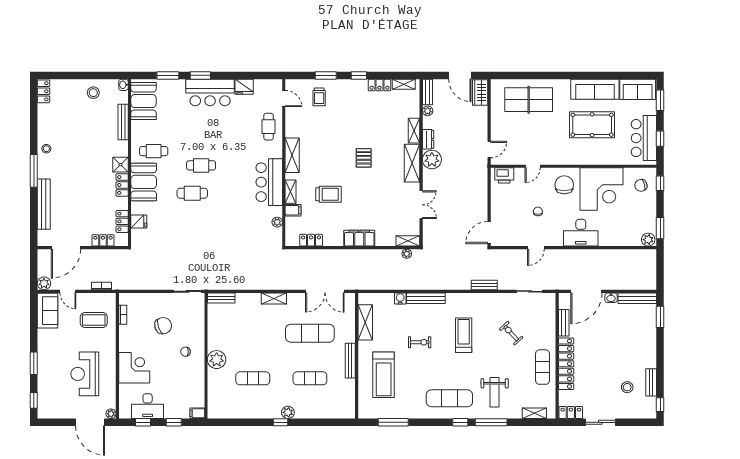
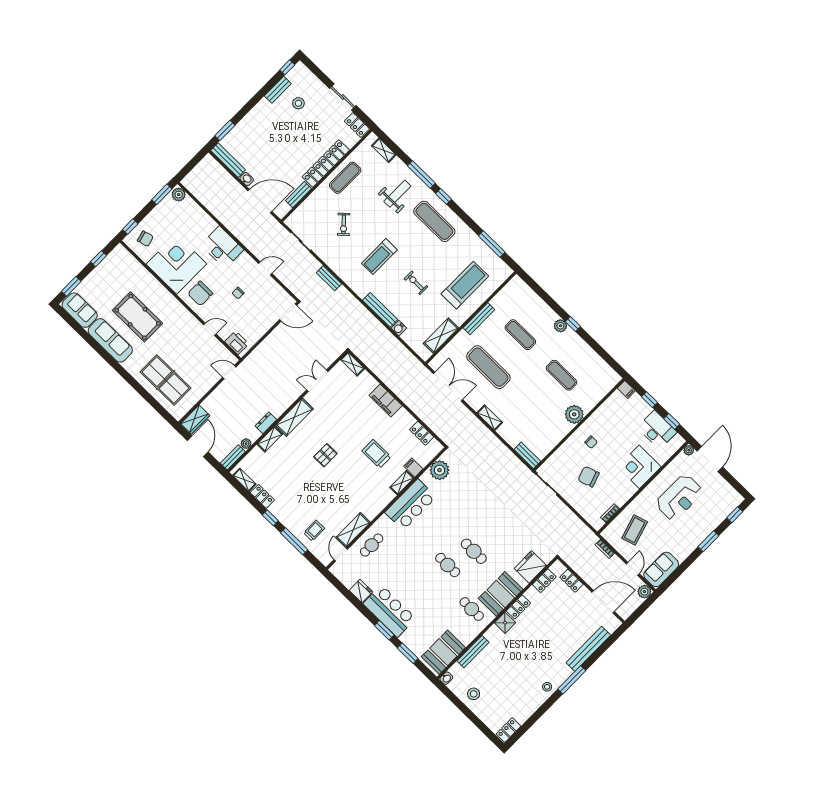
window: (326, 75) -> (294, 541), width x1.44
bar counter: (644, 138) -> (110, 271), removed
shelving: (292, 155) -> (353, 530), moved
plant: (432, 160) -> (277, 406), removed
fridge: (139, 222) -> (530, 567), width x1.88, depth x1.34
plant: (277, 222) -> (440, 470), width x1.88, depth x1.88
plant: (407, 254) -> (362, 356), removed
coffee table: (94, 320) -> (635, 530), turned 73

